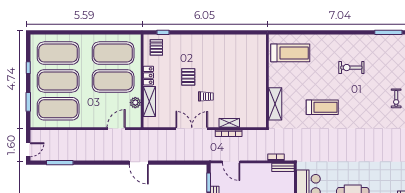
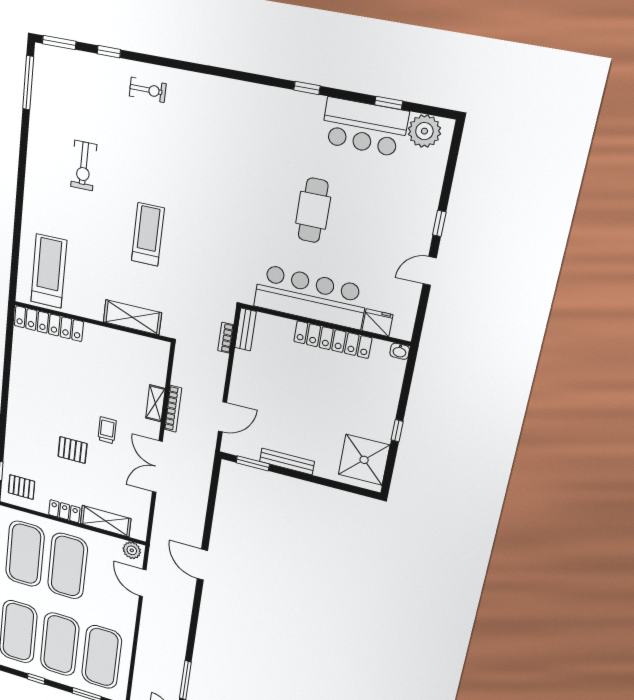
locker: (260, 55) -> (49, 324), added
plant: (135, 103) -> (132, 550), moved
door: (139, 163) -> (202, 565), swing flipped

